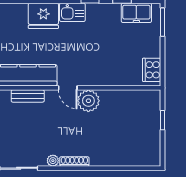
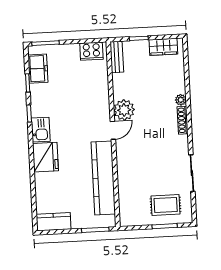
bench: (28, 96) -> (117, 57), moved
wardrobe: (152, 145) -> (163, 47), added
plant: (53, 161) -> (181, 100), moved

